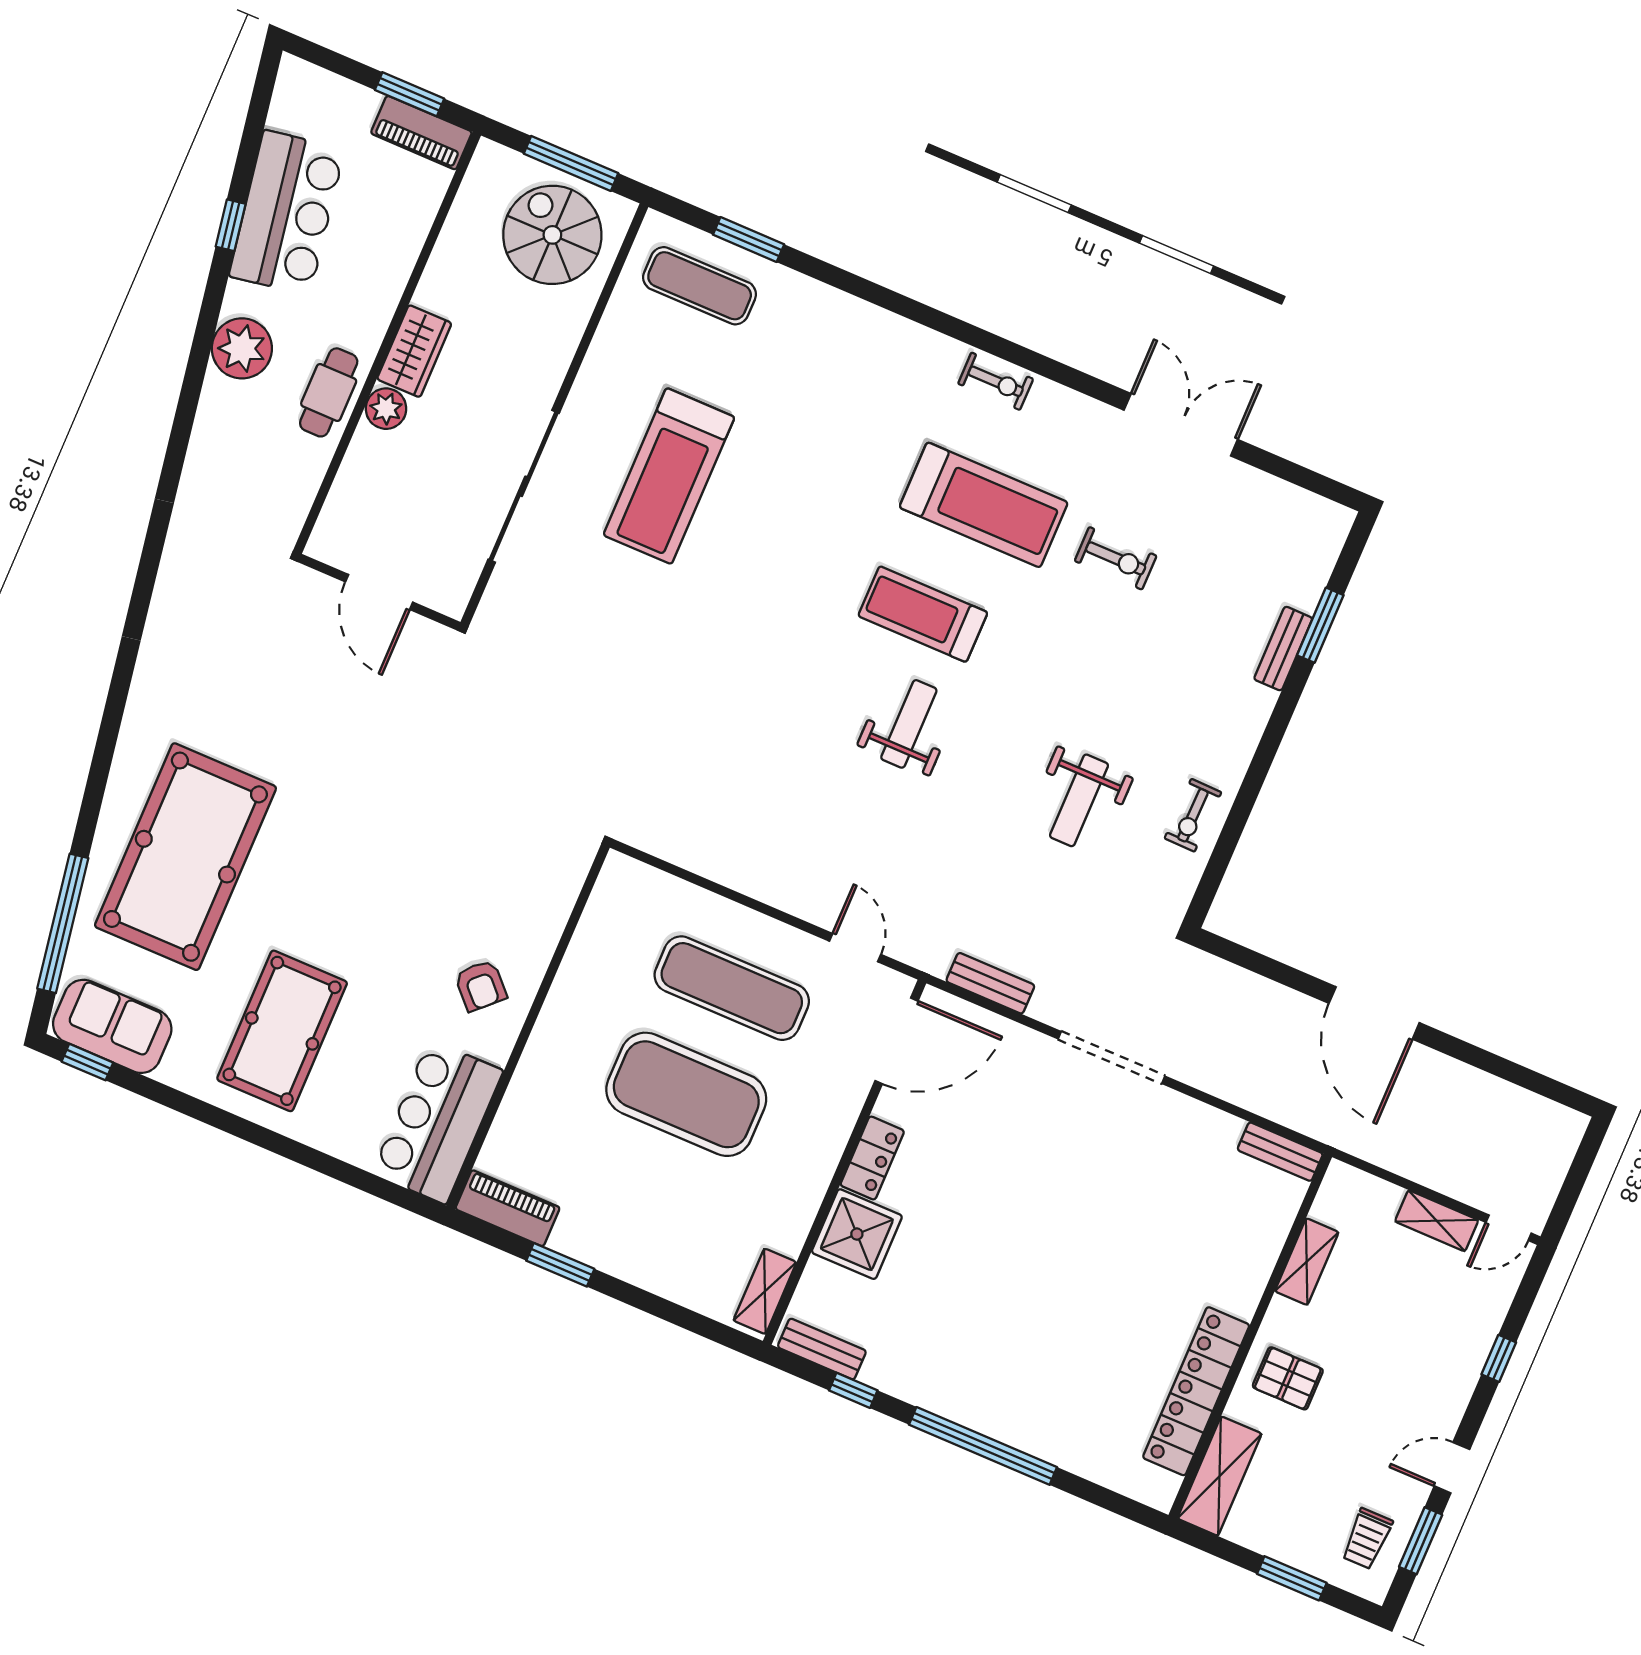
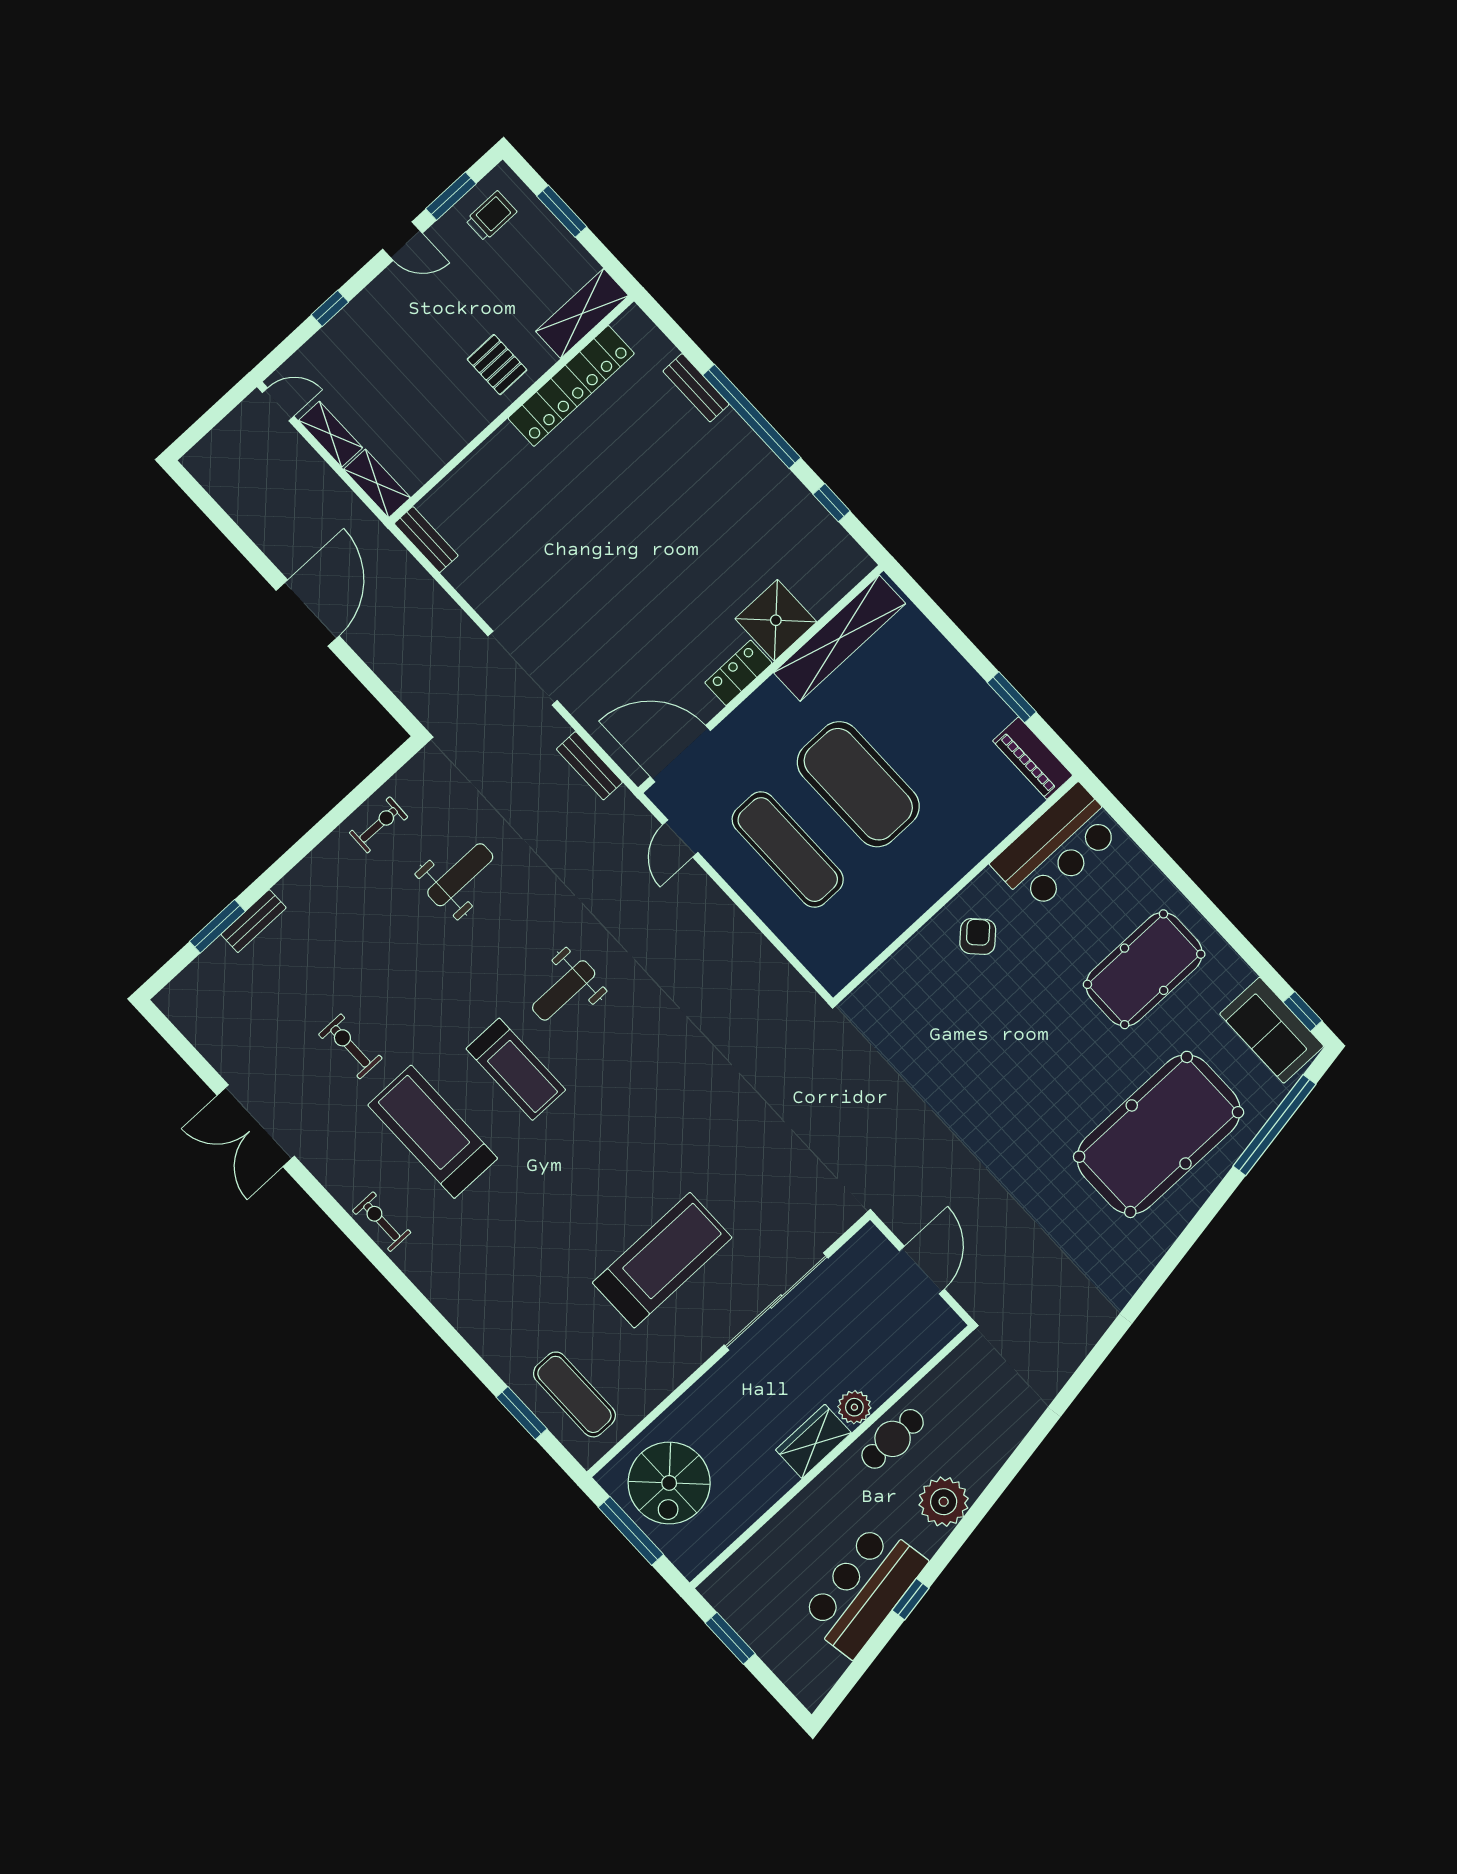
piano: (421, 133) -> (734, 1605), removed
shelving: (1307, 1262) -> (377, 483), moved, turned 90
shelving: (765, 1291) -> (840, 638), width x2.20, depth x1.33
bench: (822, 1349) -> (696, 388), moved

